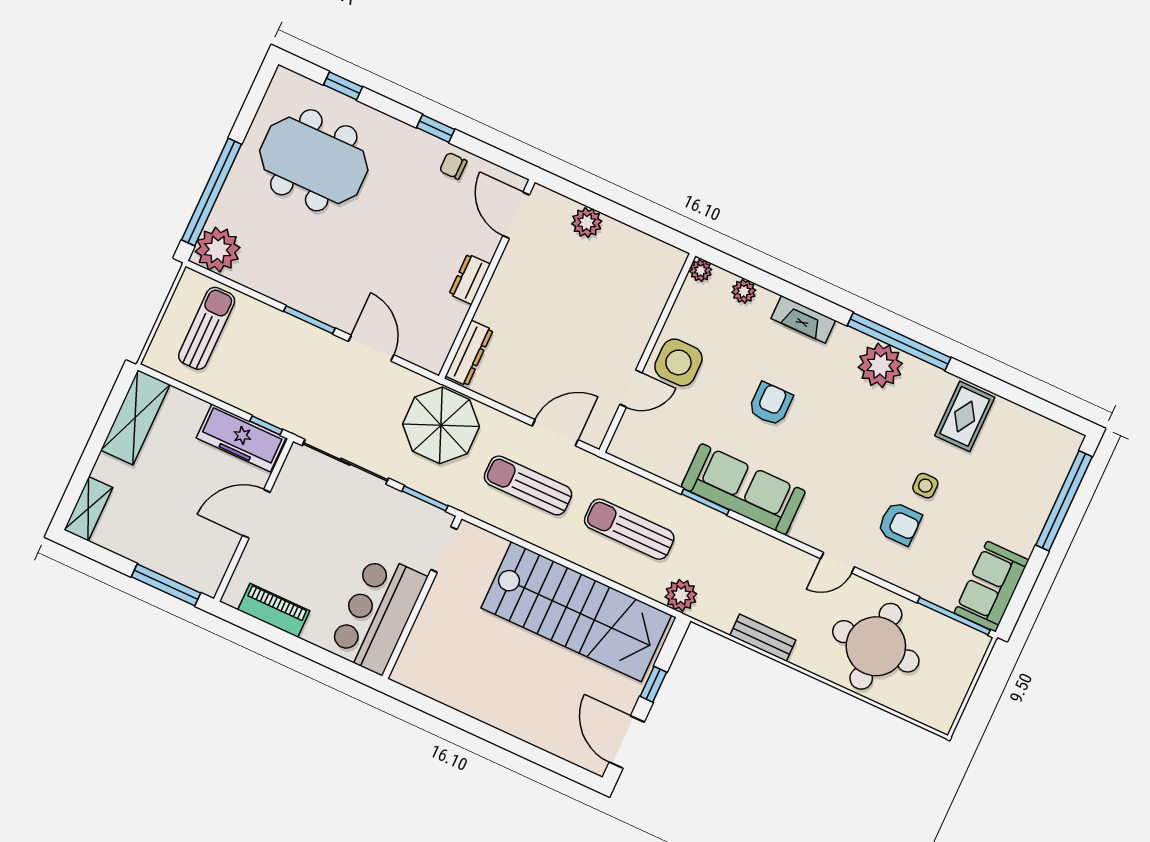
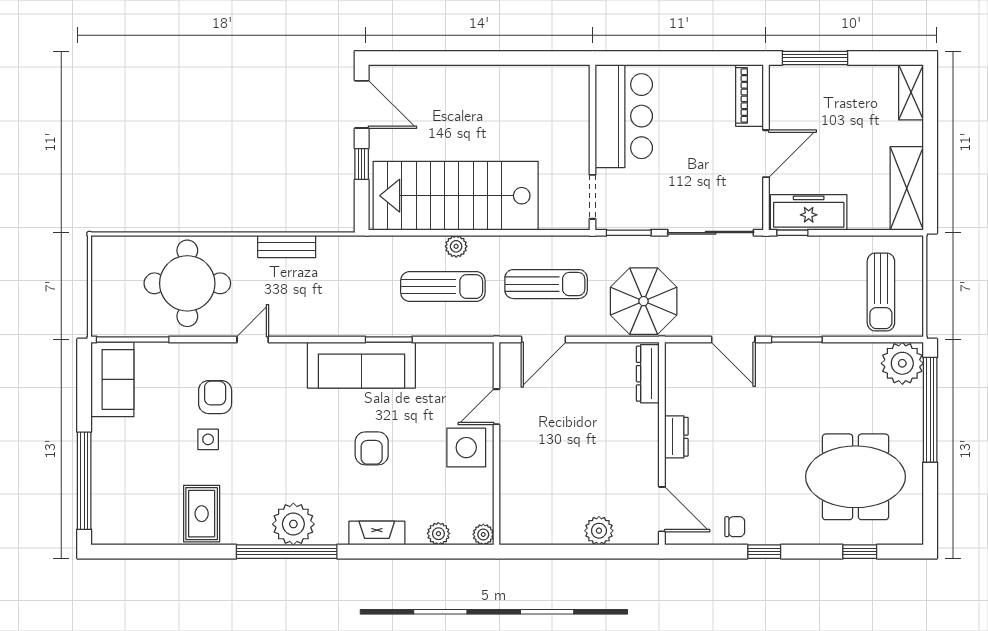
armchair: (900, 524) -> (215, 397), turned 90
plant: (681, 595) -> (456, 246), moved, width x0.73, depth x0.73
piano: (274, 610) -> (749, 95), moved, turned 90

